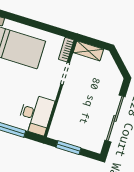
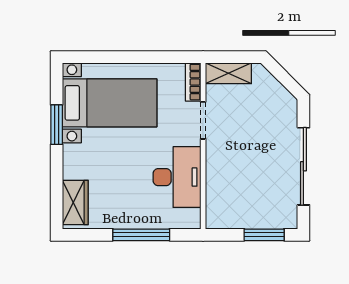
desk: (36, 114) -> (177, 177), moved
window: (68, 148) -> (264, 235), moved

